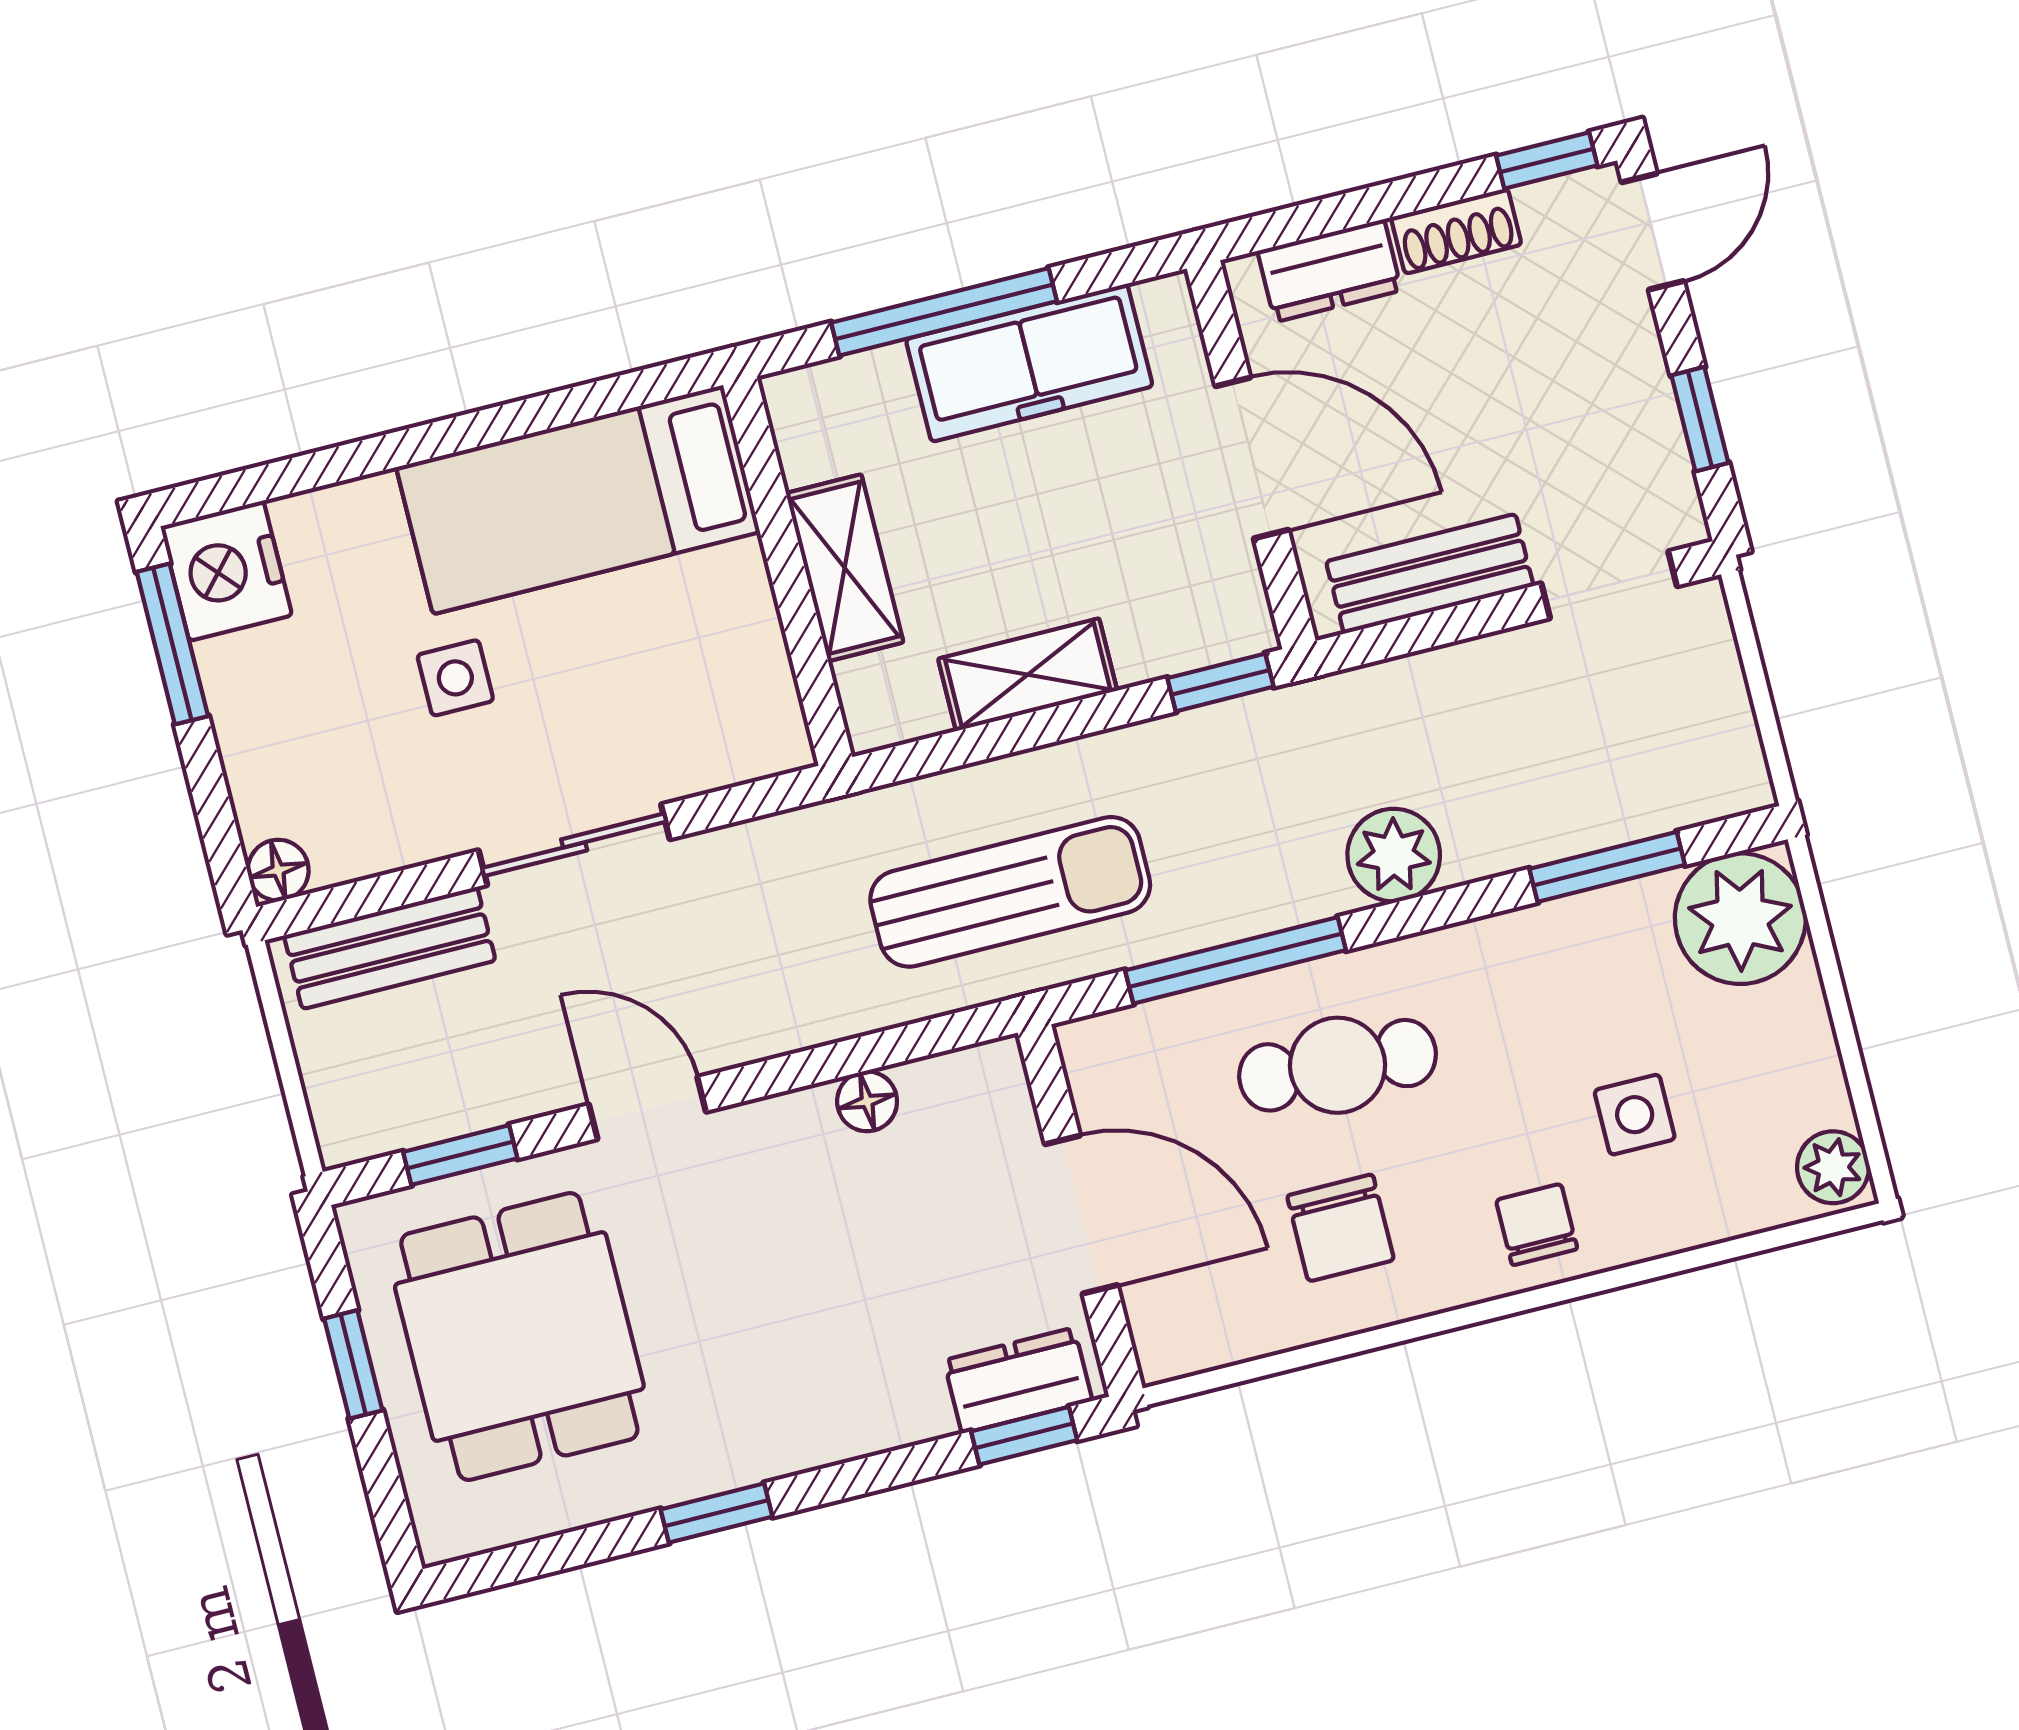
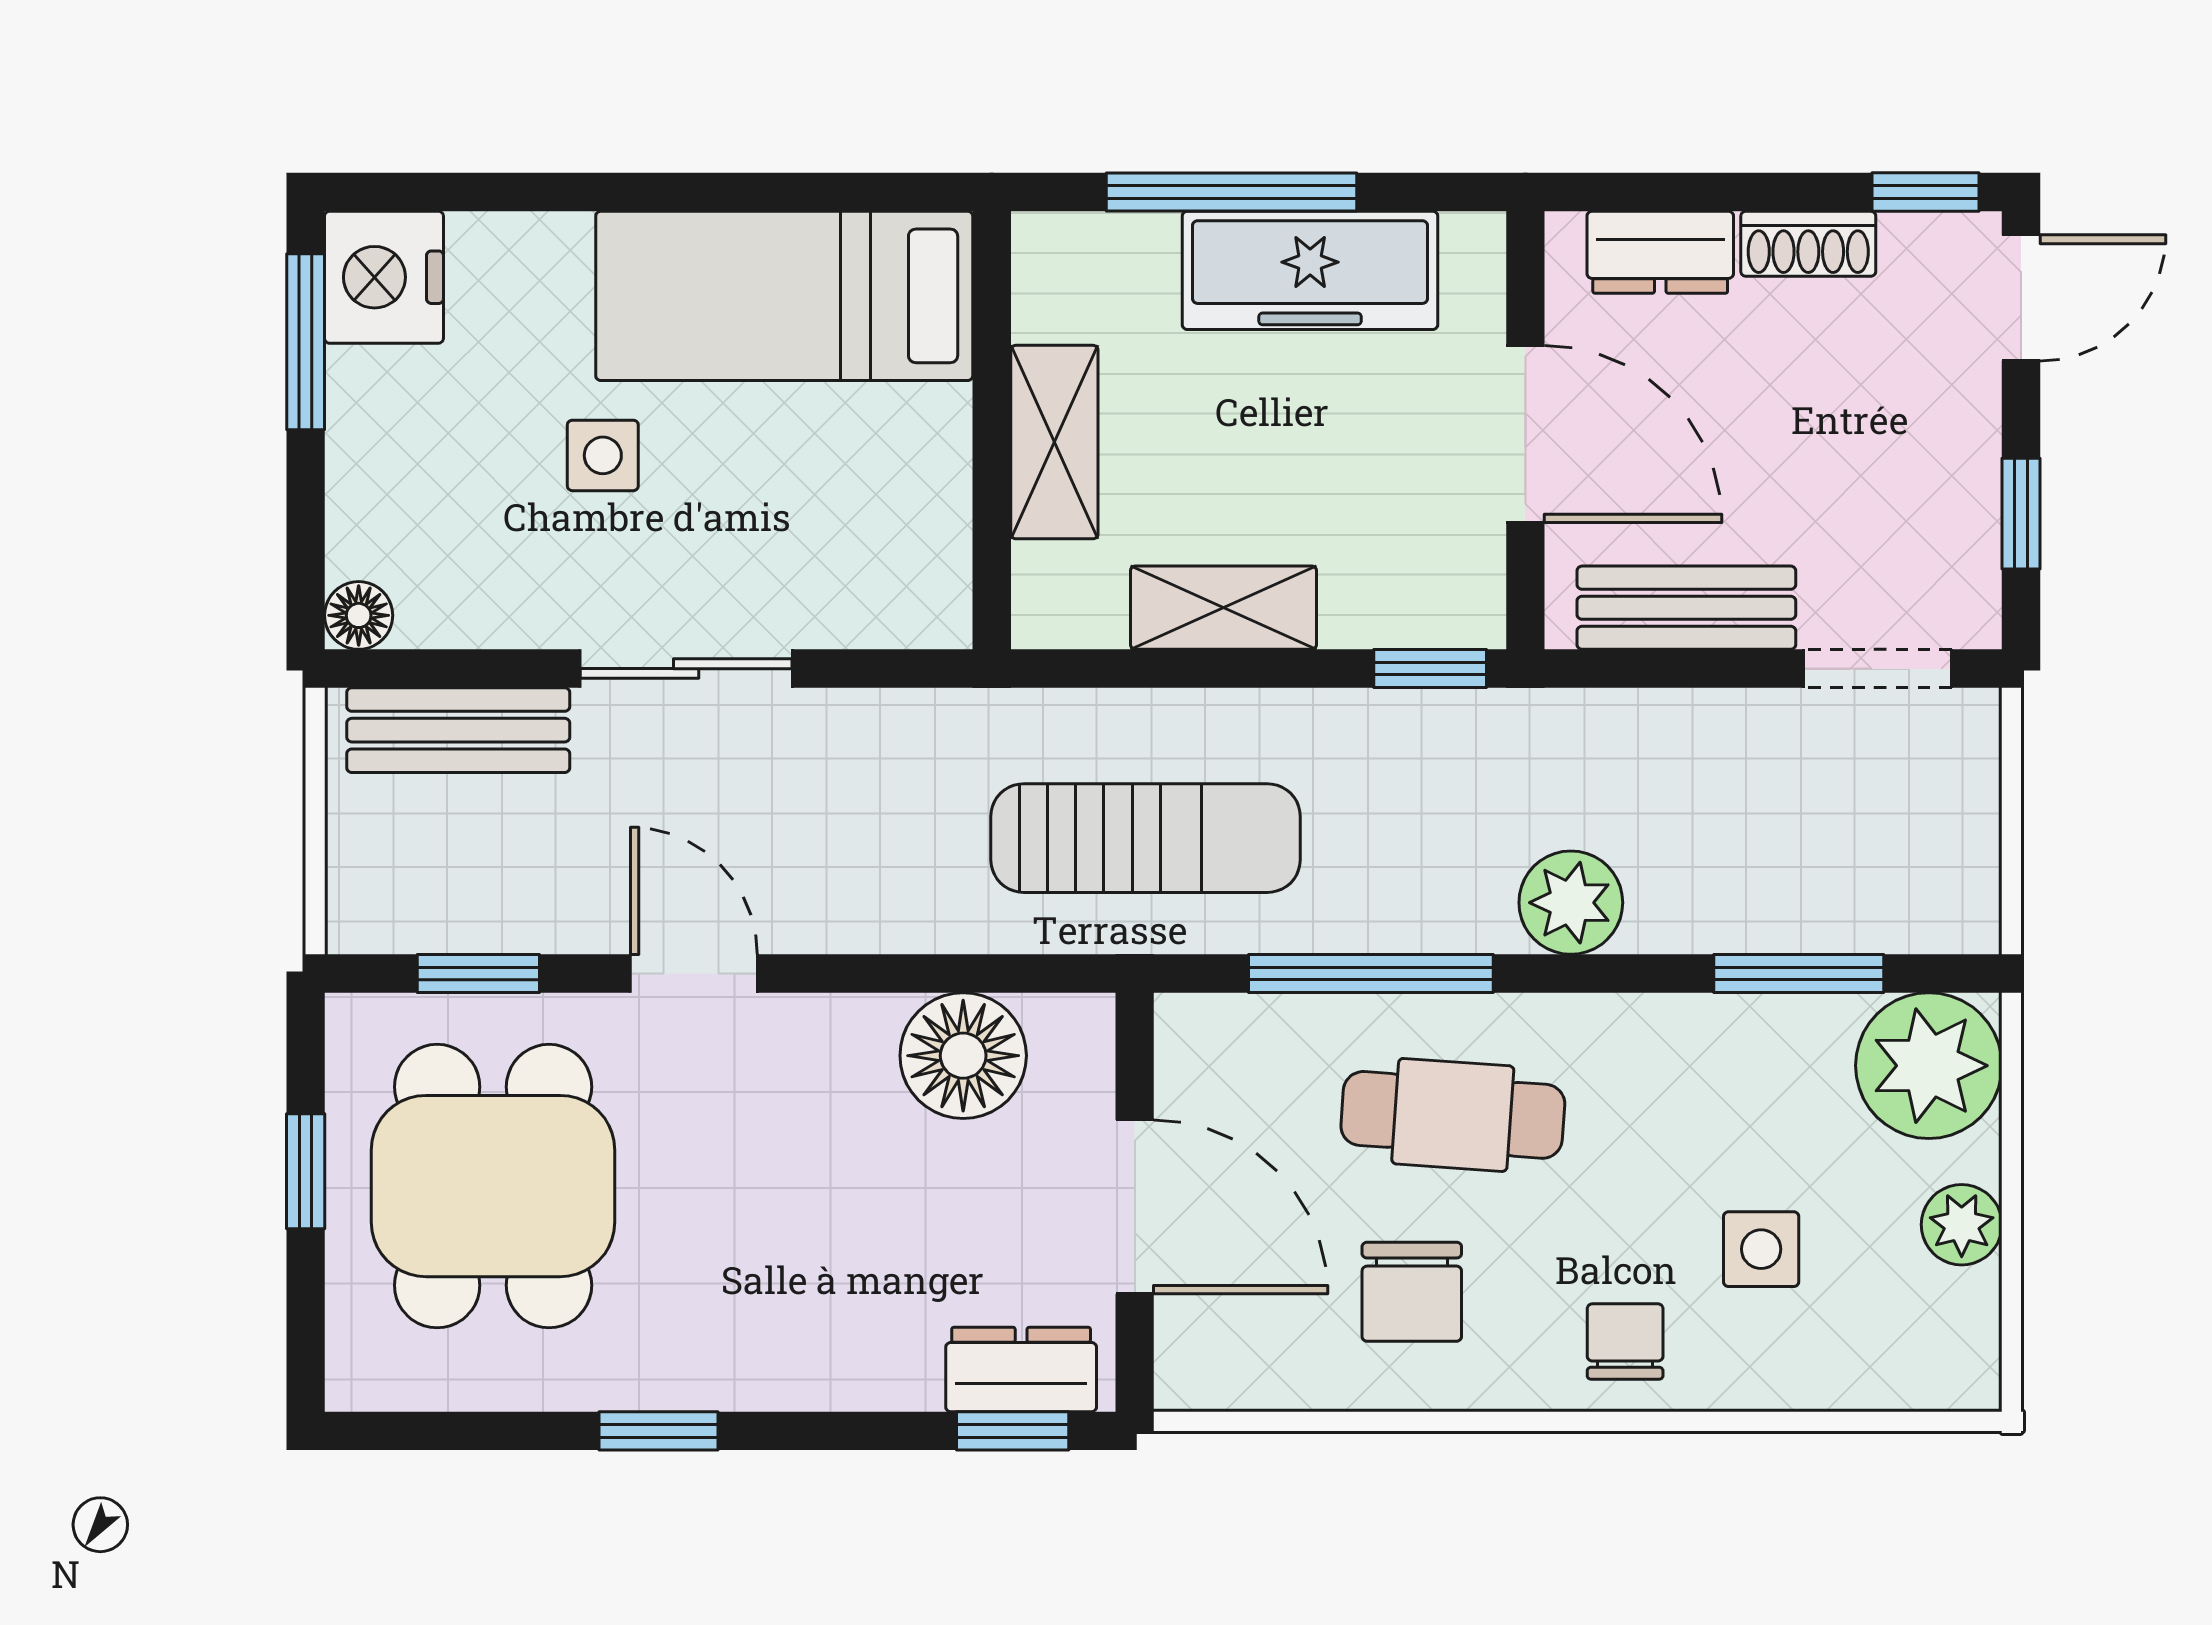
floor lamp: (867, 1101) -> (963, 1056), width x1.89, depth x1.89
plant: (1833, 1167) -> (1962, 1225), moved

